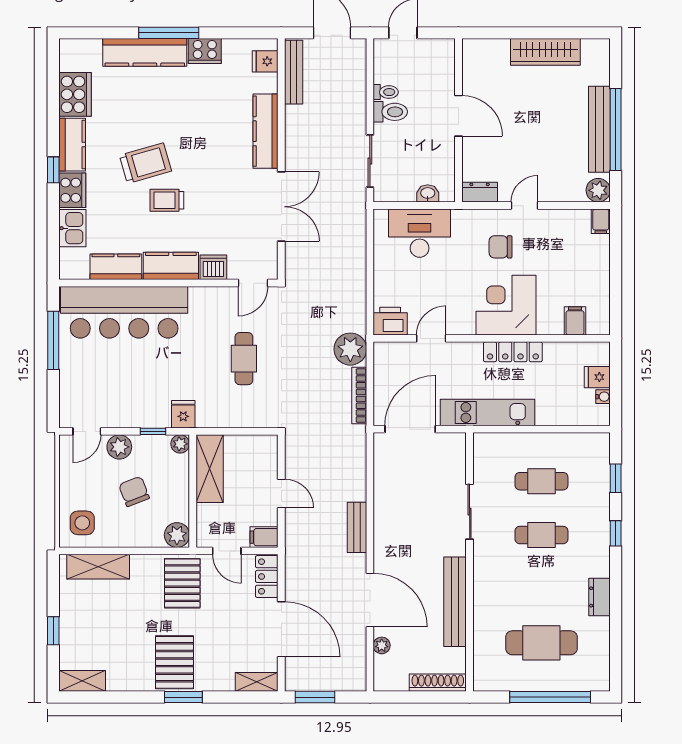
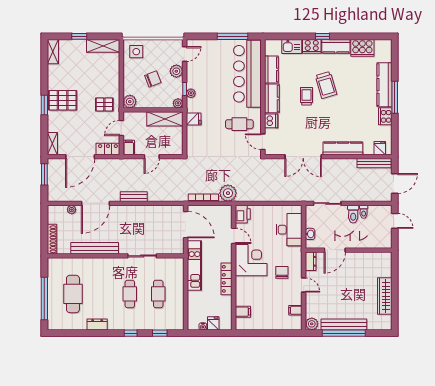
door: (458, 116) -> (335, 250), moved
filing cabinet: (601, 221) -> (295, 310), moved
corner desk: (506, 305) -> (251, 260), moved
cafe table: (244, 359) -> (239, 124), moved
fridge: (183, 414) -> (194, 119), moved
plant: (161, 419) -> (191, 93), added
door: (87, 431) -> (185, 54), swing flipped
shelving: (98, 567) -> (103, 46), moved, turned 90
pallet: (182, 583) -> (104, 104), width x0.67, depth x0.71

